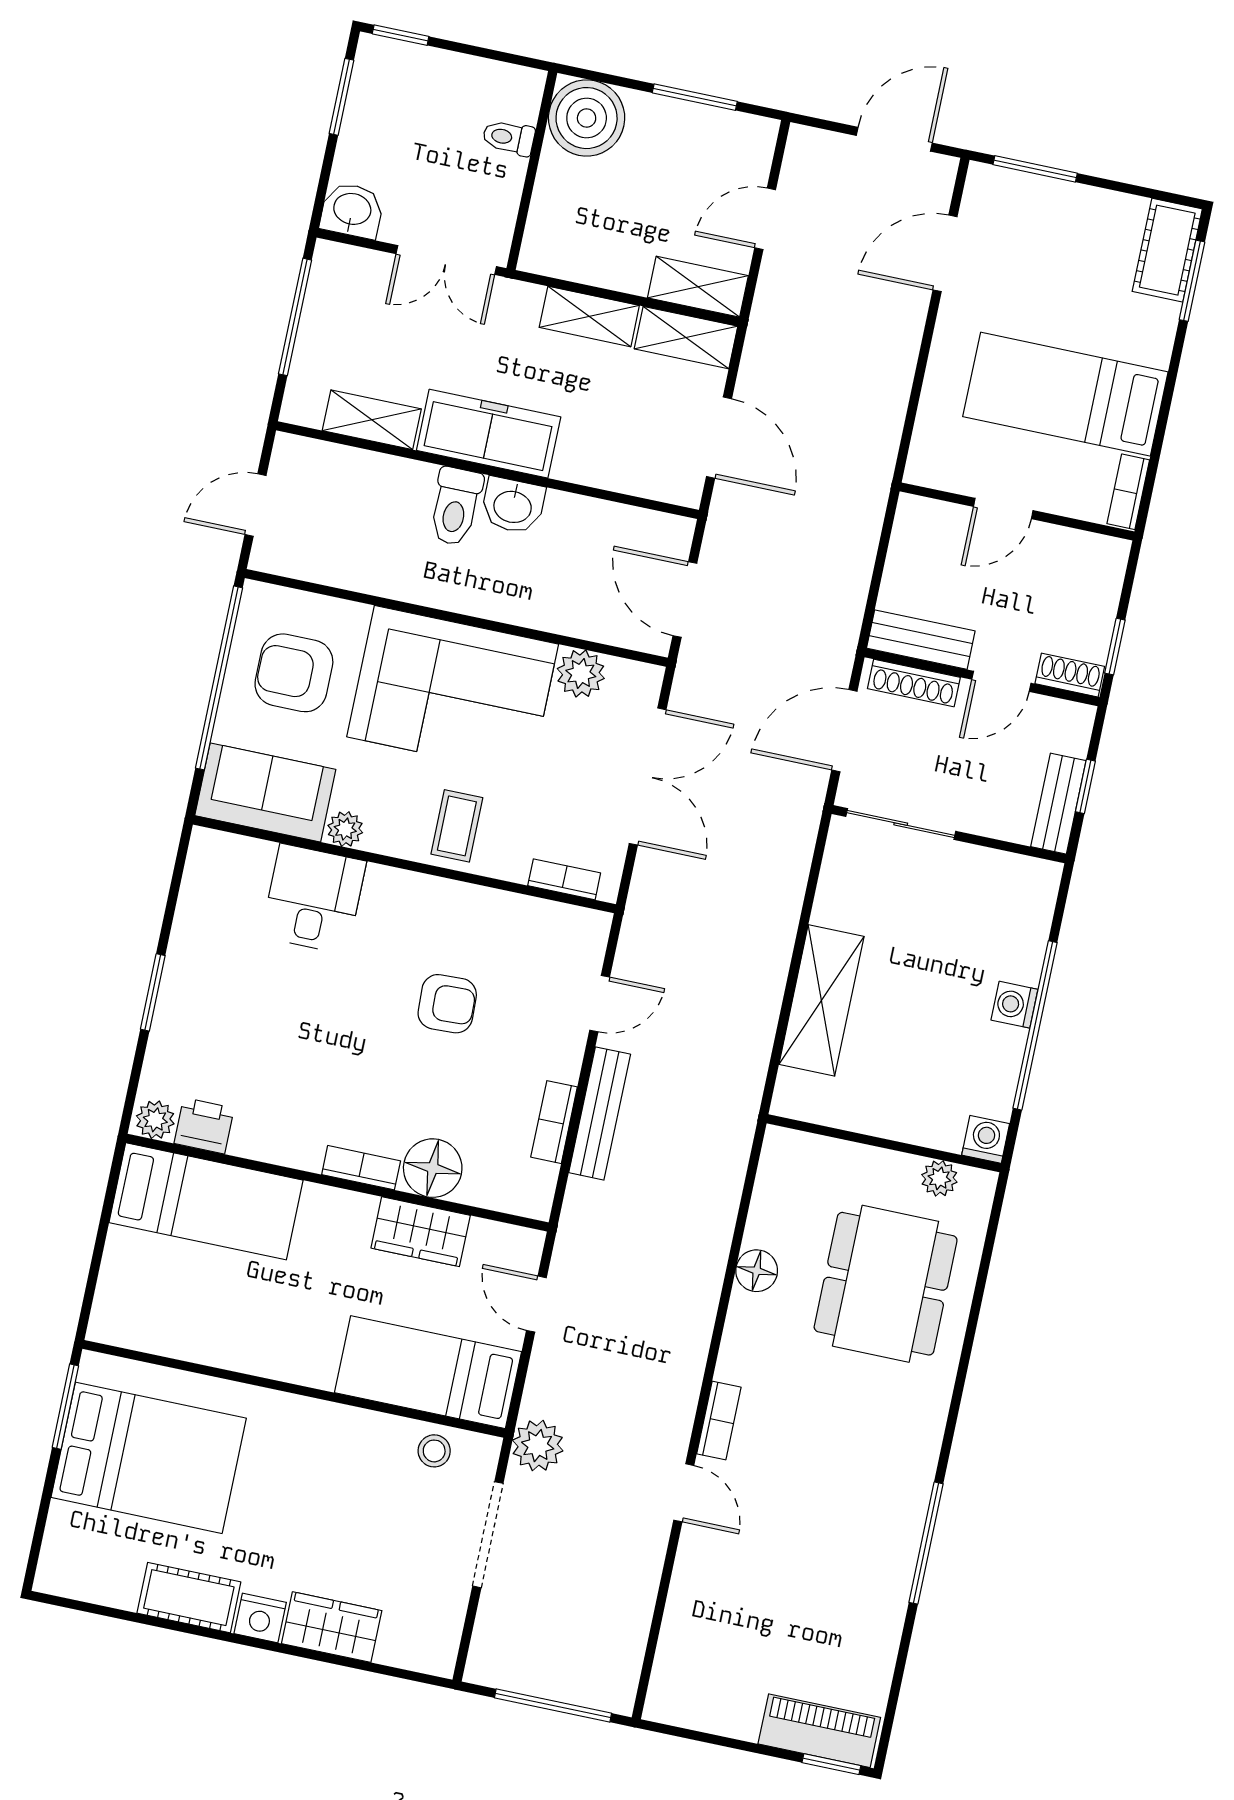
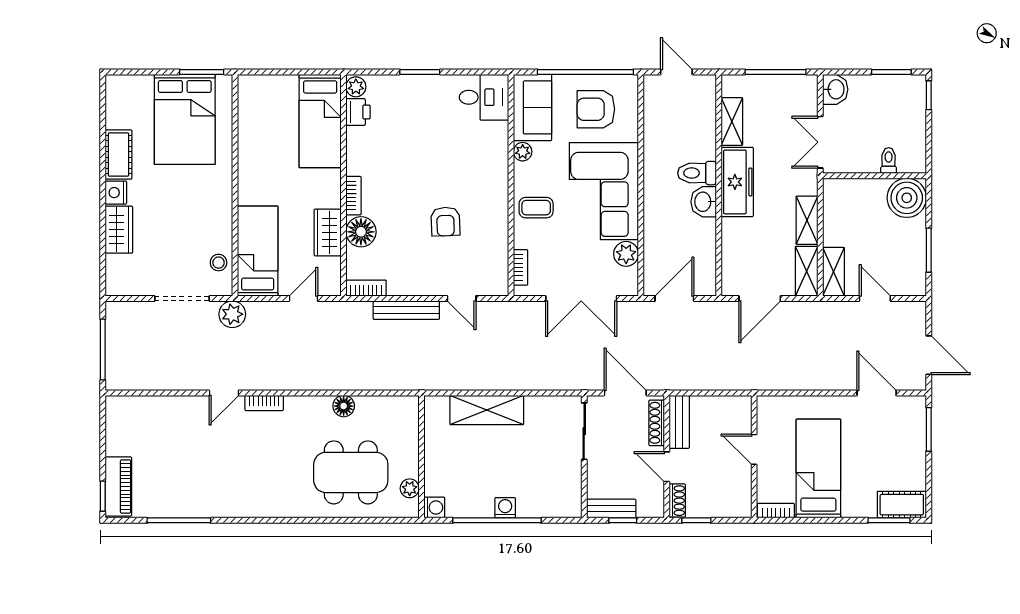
armchair: (294, 673) -> (596, 109), turned -90
desk: (314, 899) -> (484, 97), moved
bookcase: (554, 1122) -> (366, 288), moved
window: (926, 1543) -> (179, 520), moved

